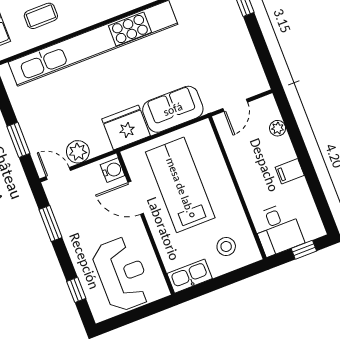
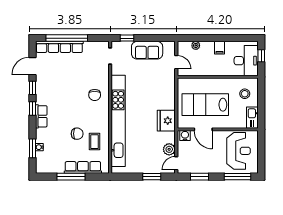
sofa: (173, 109) -> (147, 50), moved, turned -90
door: (136, 198) -> (203, 129), hinge flipped
desk: (278, 229) -> (246, 61), width x1.37
reception desk: (122, 274) -> (239, 151), turned 90
window: (76, 290) -> (238, 177), width x2.17

